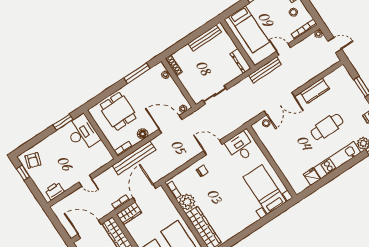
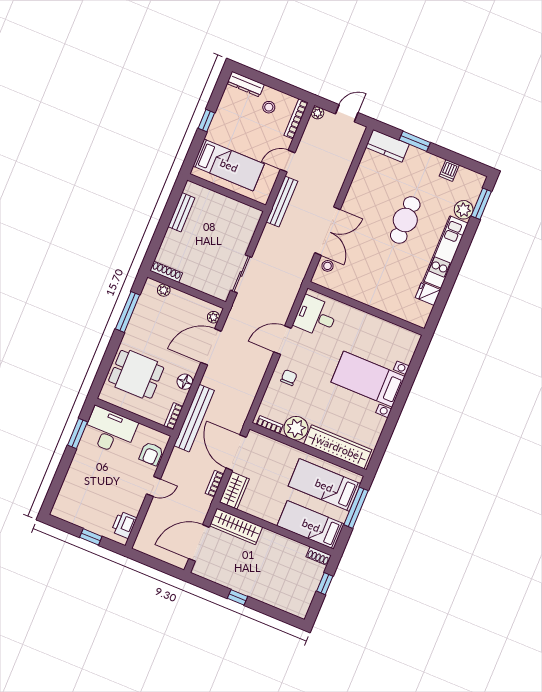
bench: (205, 38) -> (181, 212), width x0.73
dresser: (241, 61) -> (244, 211), removed
kitchen counter: (315, 91) -> (387, 146), moved, turned 90
armchair: (33, 160) -> (151, 454), moved, turned 72
window: (23, 173) -> (91, 537), moved
bed with nightstands: (265, 189) -> (368, 379), moved

